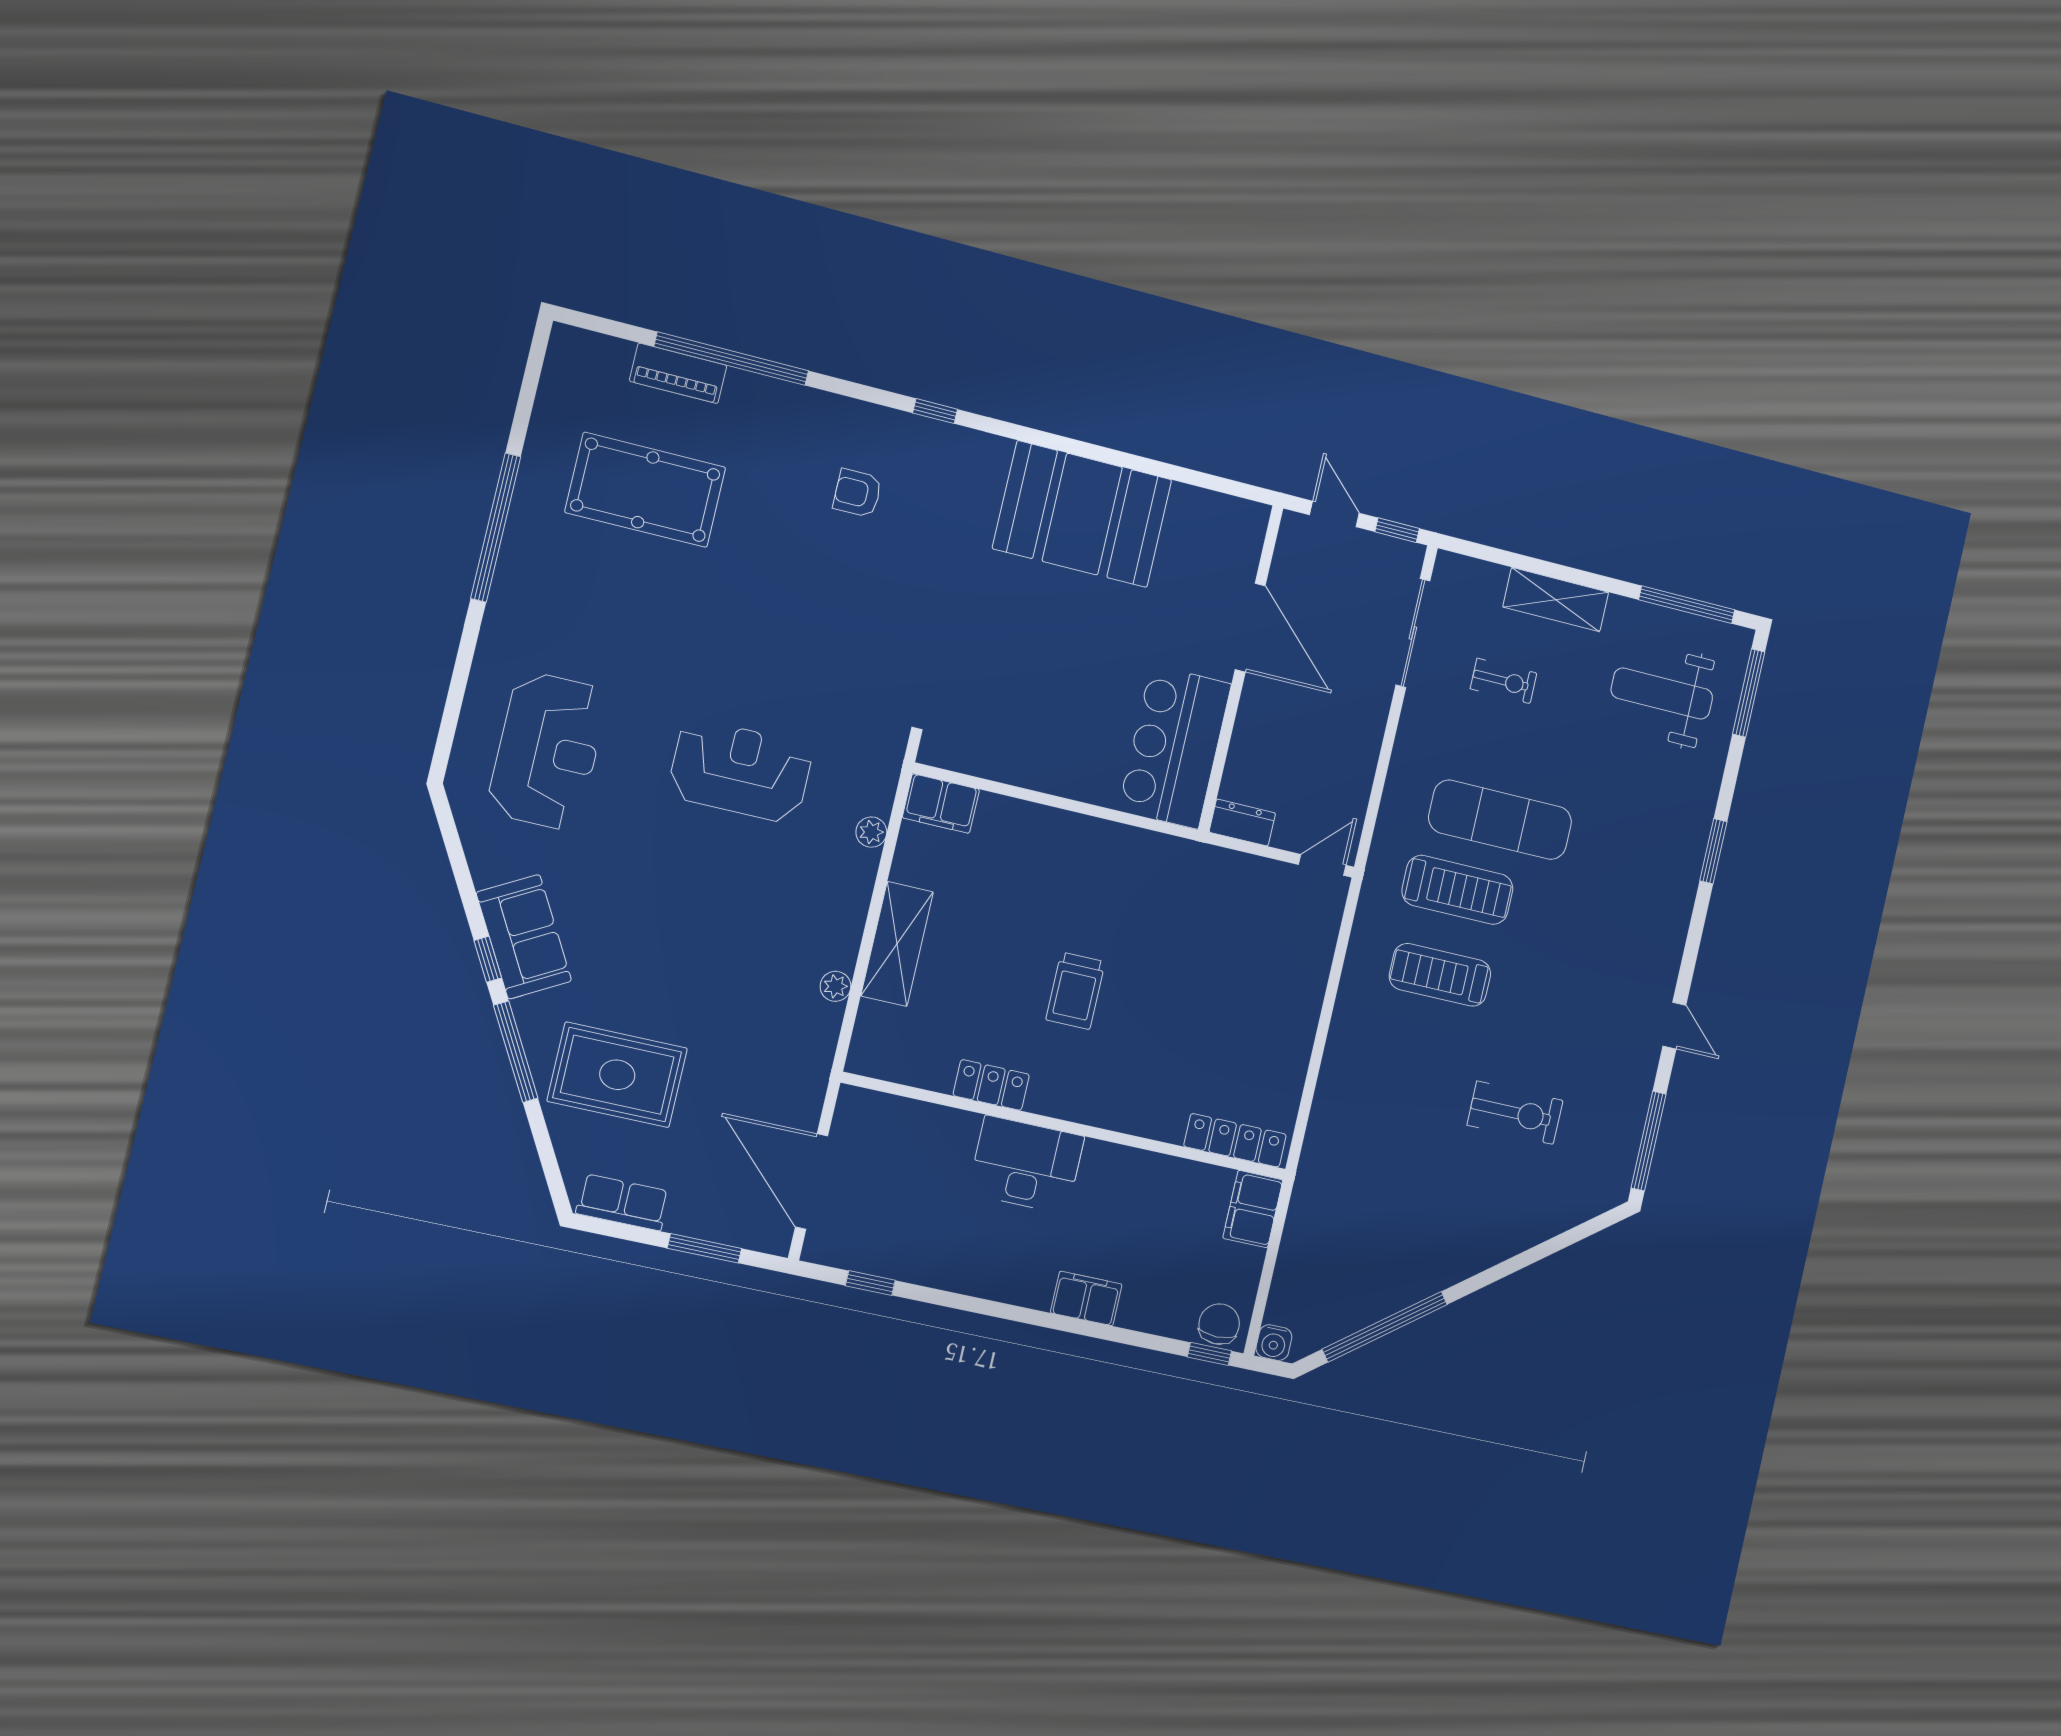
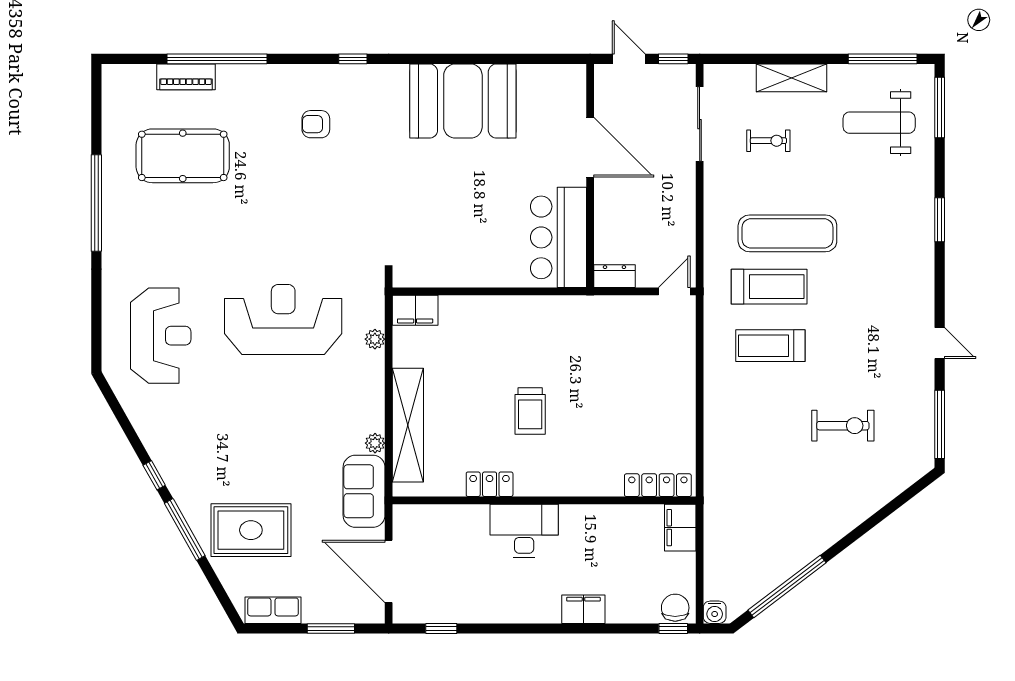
reception desk: (740, 771) -> (283, 320), width x1.36, depth x1.30
sofa: (524, 937) -> (364, 491), moved, turned -151
shelving: (897, 944) -> (408, 425), width x1.47

